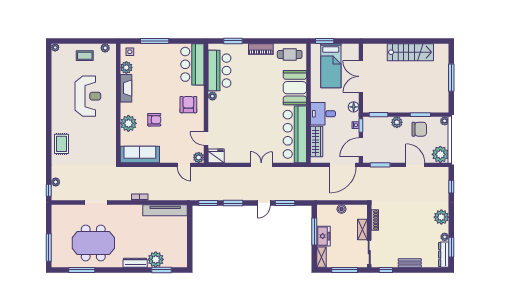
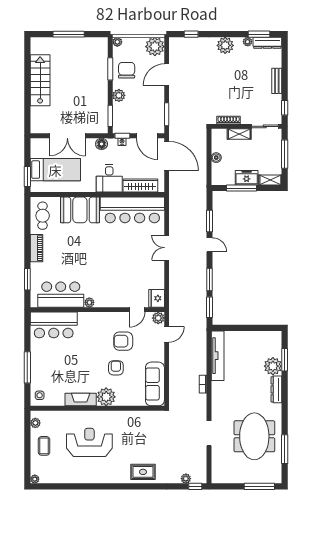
plant: (126, 68) -> (57, 399), removed
armchair: (188, 105) -> (123, 341), moved
plant: (128, 123) -> (106, 397), moved

